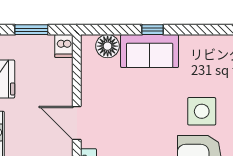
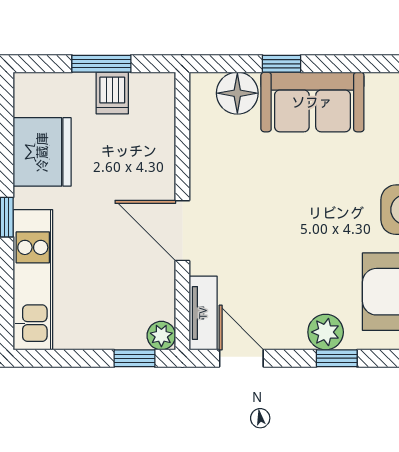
window: (153, 30) -> (281, 64), moved
dishwasher: (64, 46) -> (112, 93), moved

